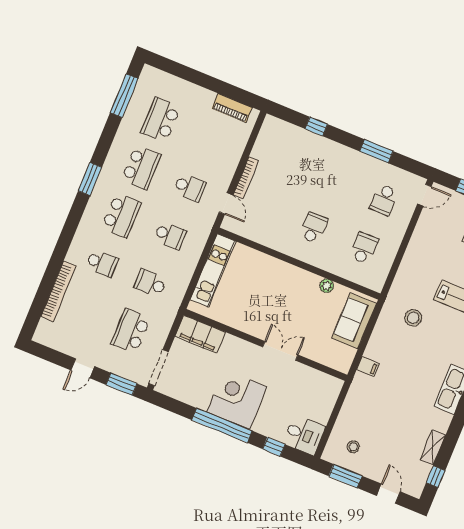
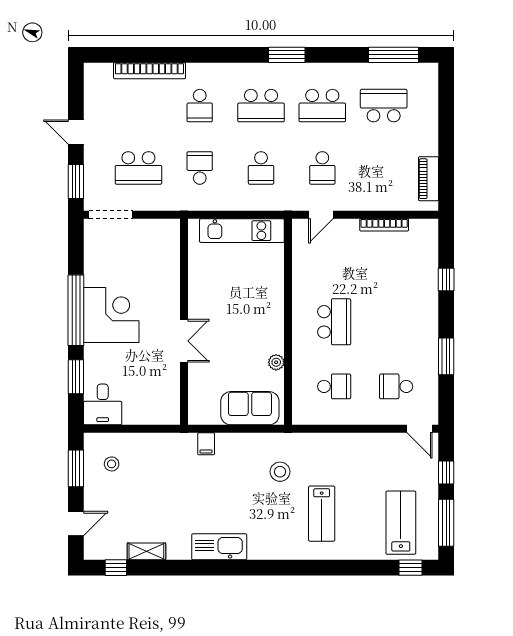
bookcase: (246, 178) -> (384, 225), moved
school desk: (314, 228) -> (334, 322), width x1.85
school desk: (131, 331) -> (138, 168), turned 180
filing cabinet: (200, 334) -> (166, 245), removed
window: (274, 447) -> (76, 377), width x1.50

